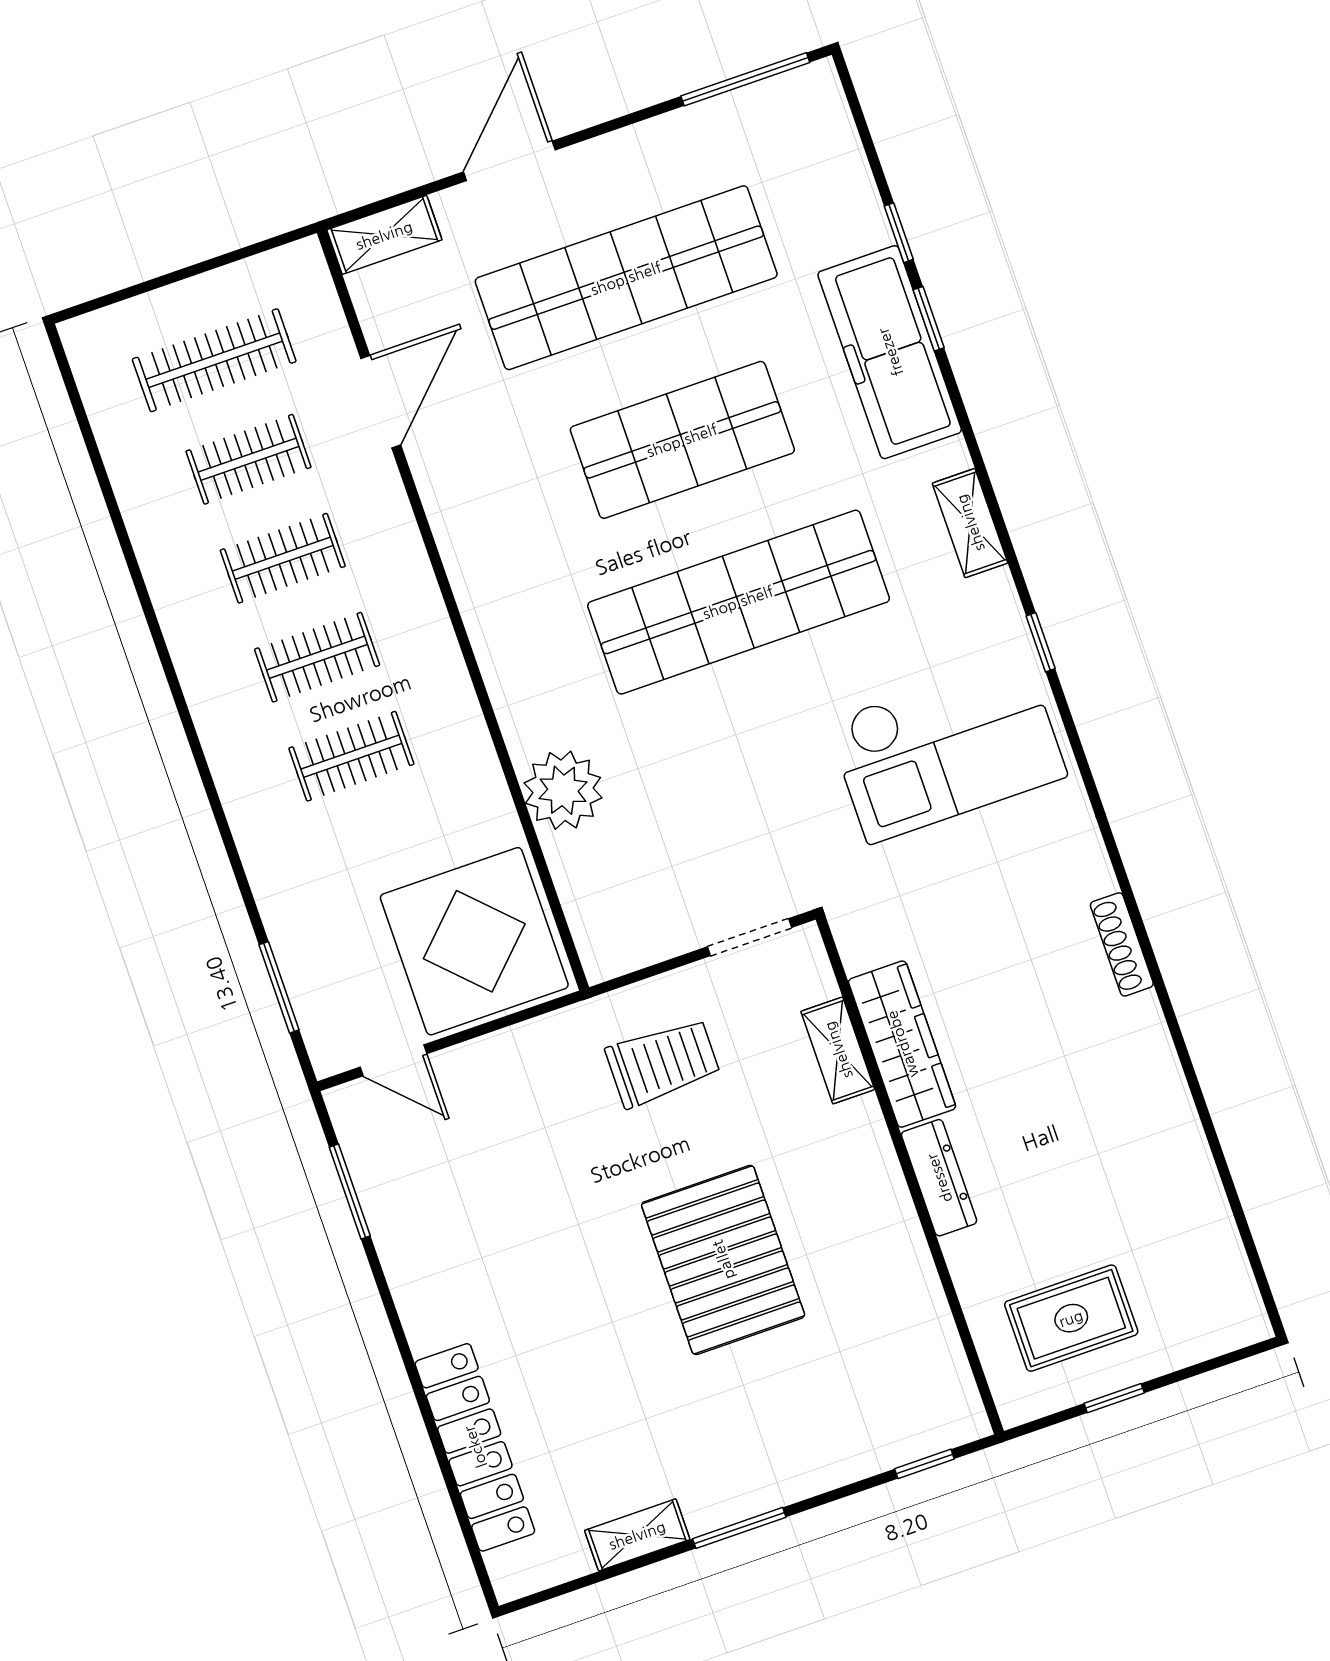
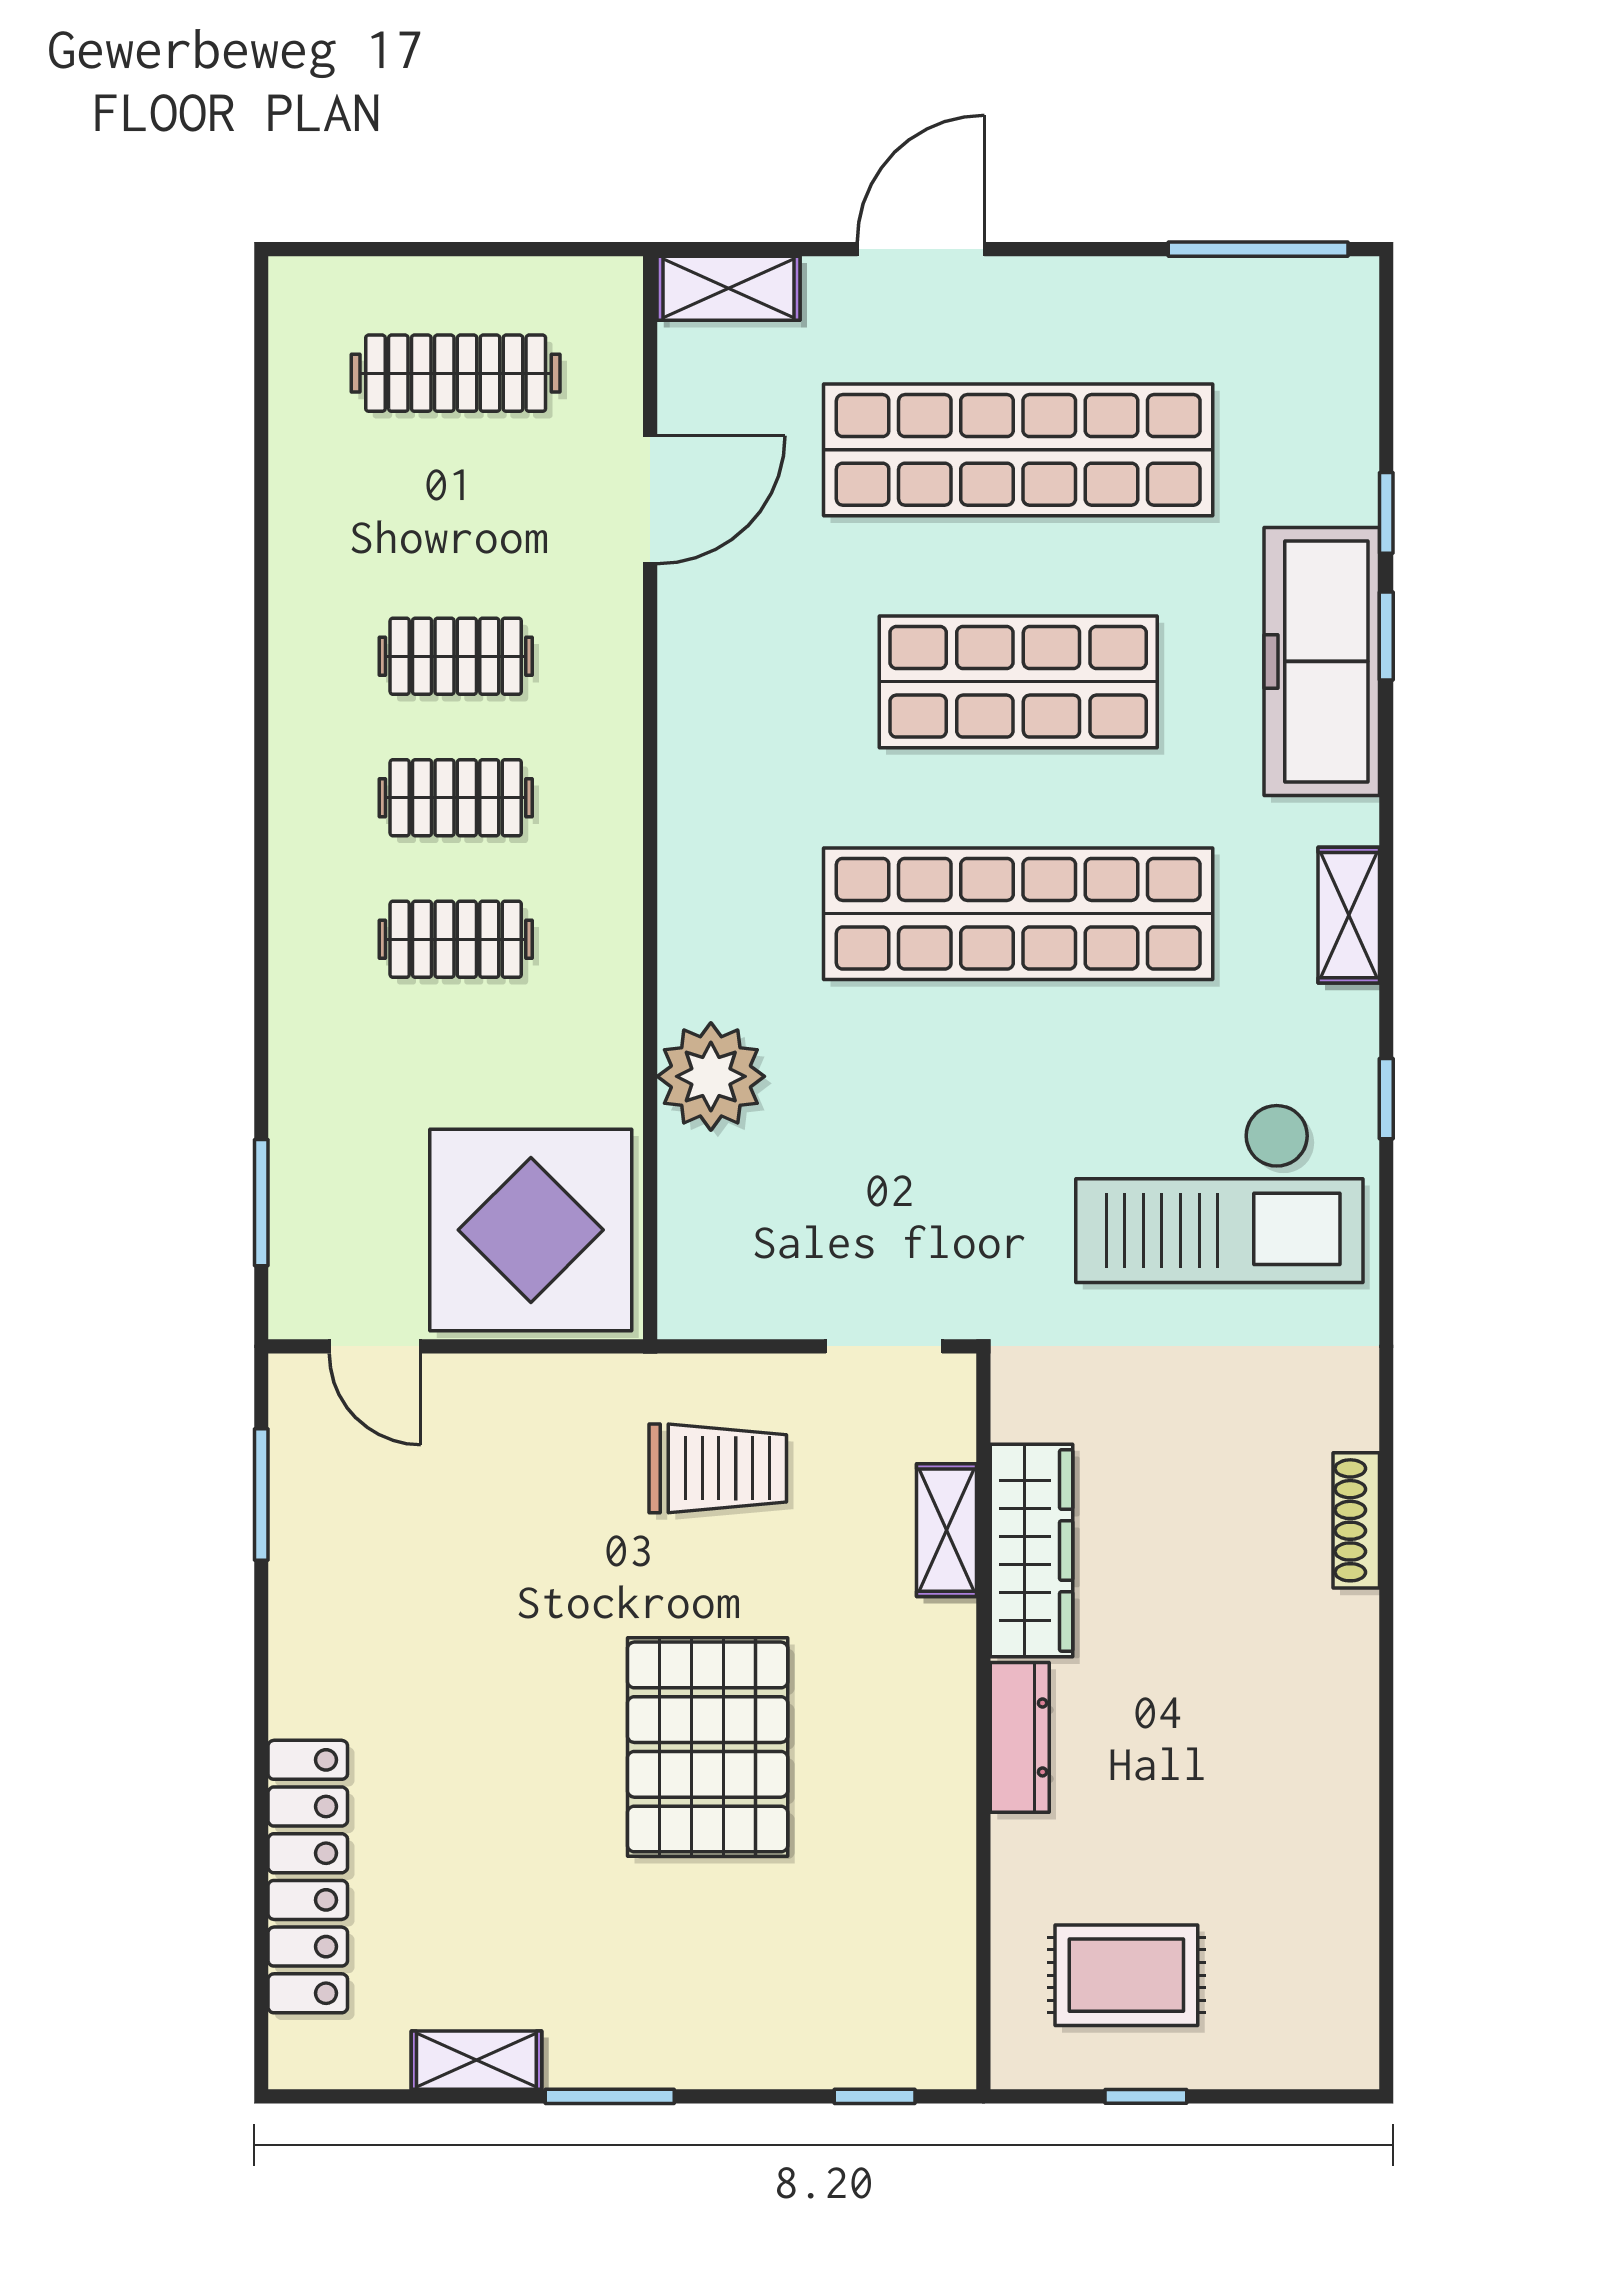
clothes rail: (248, 459) -> (456, 515), removed

